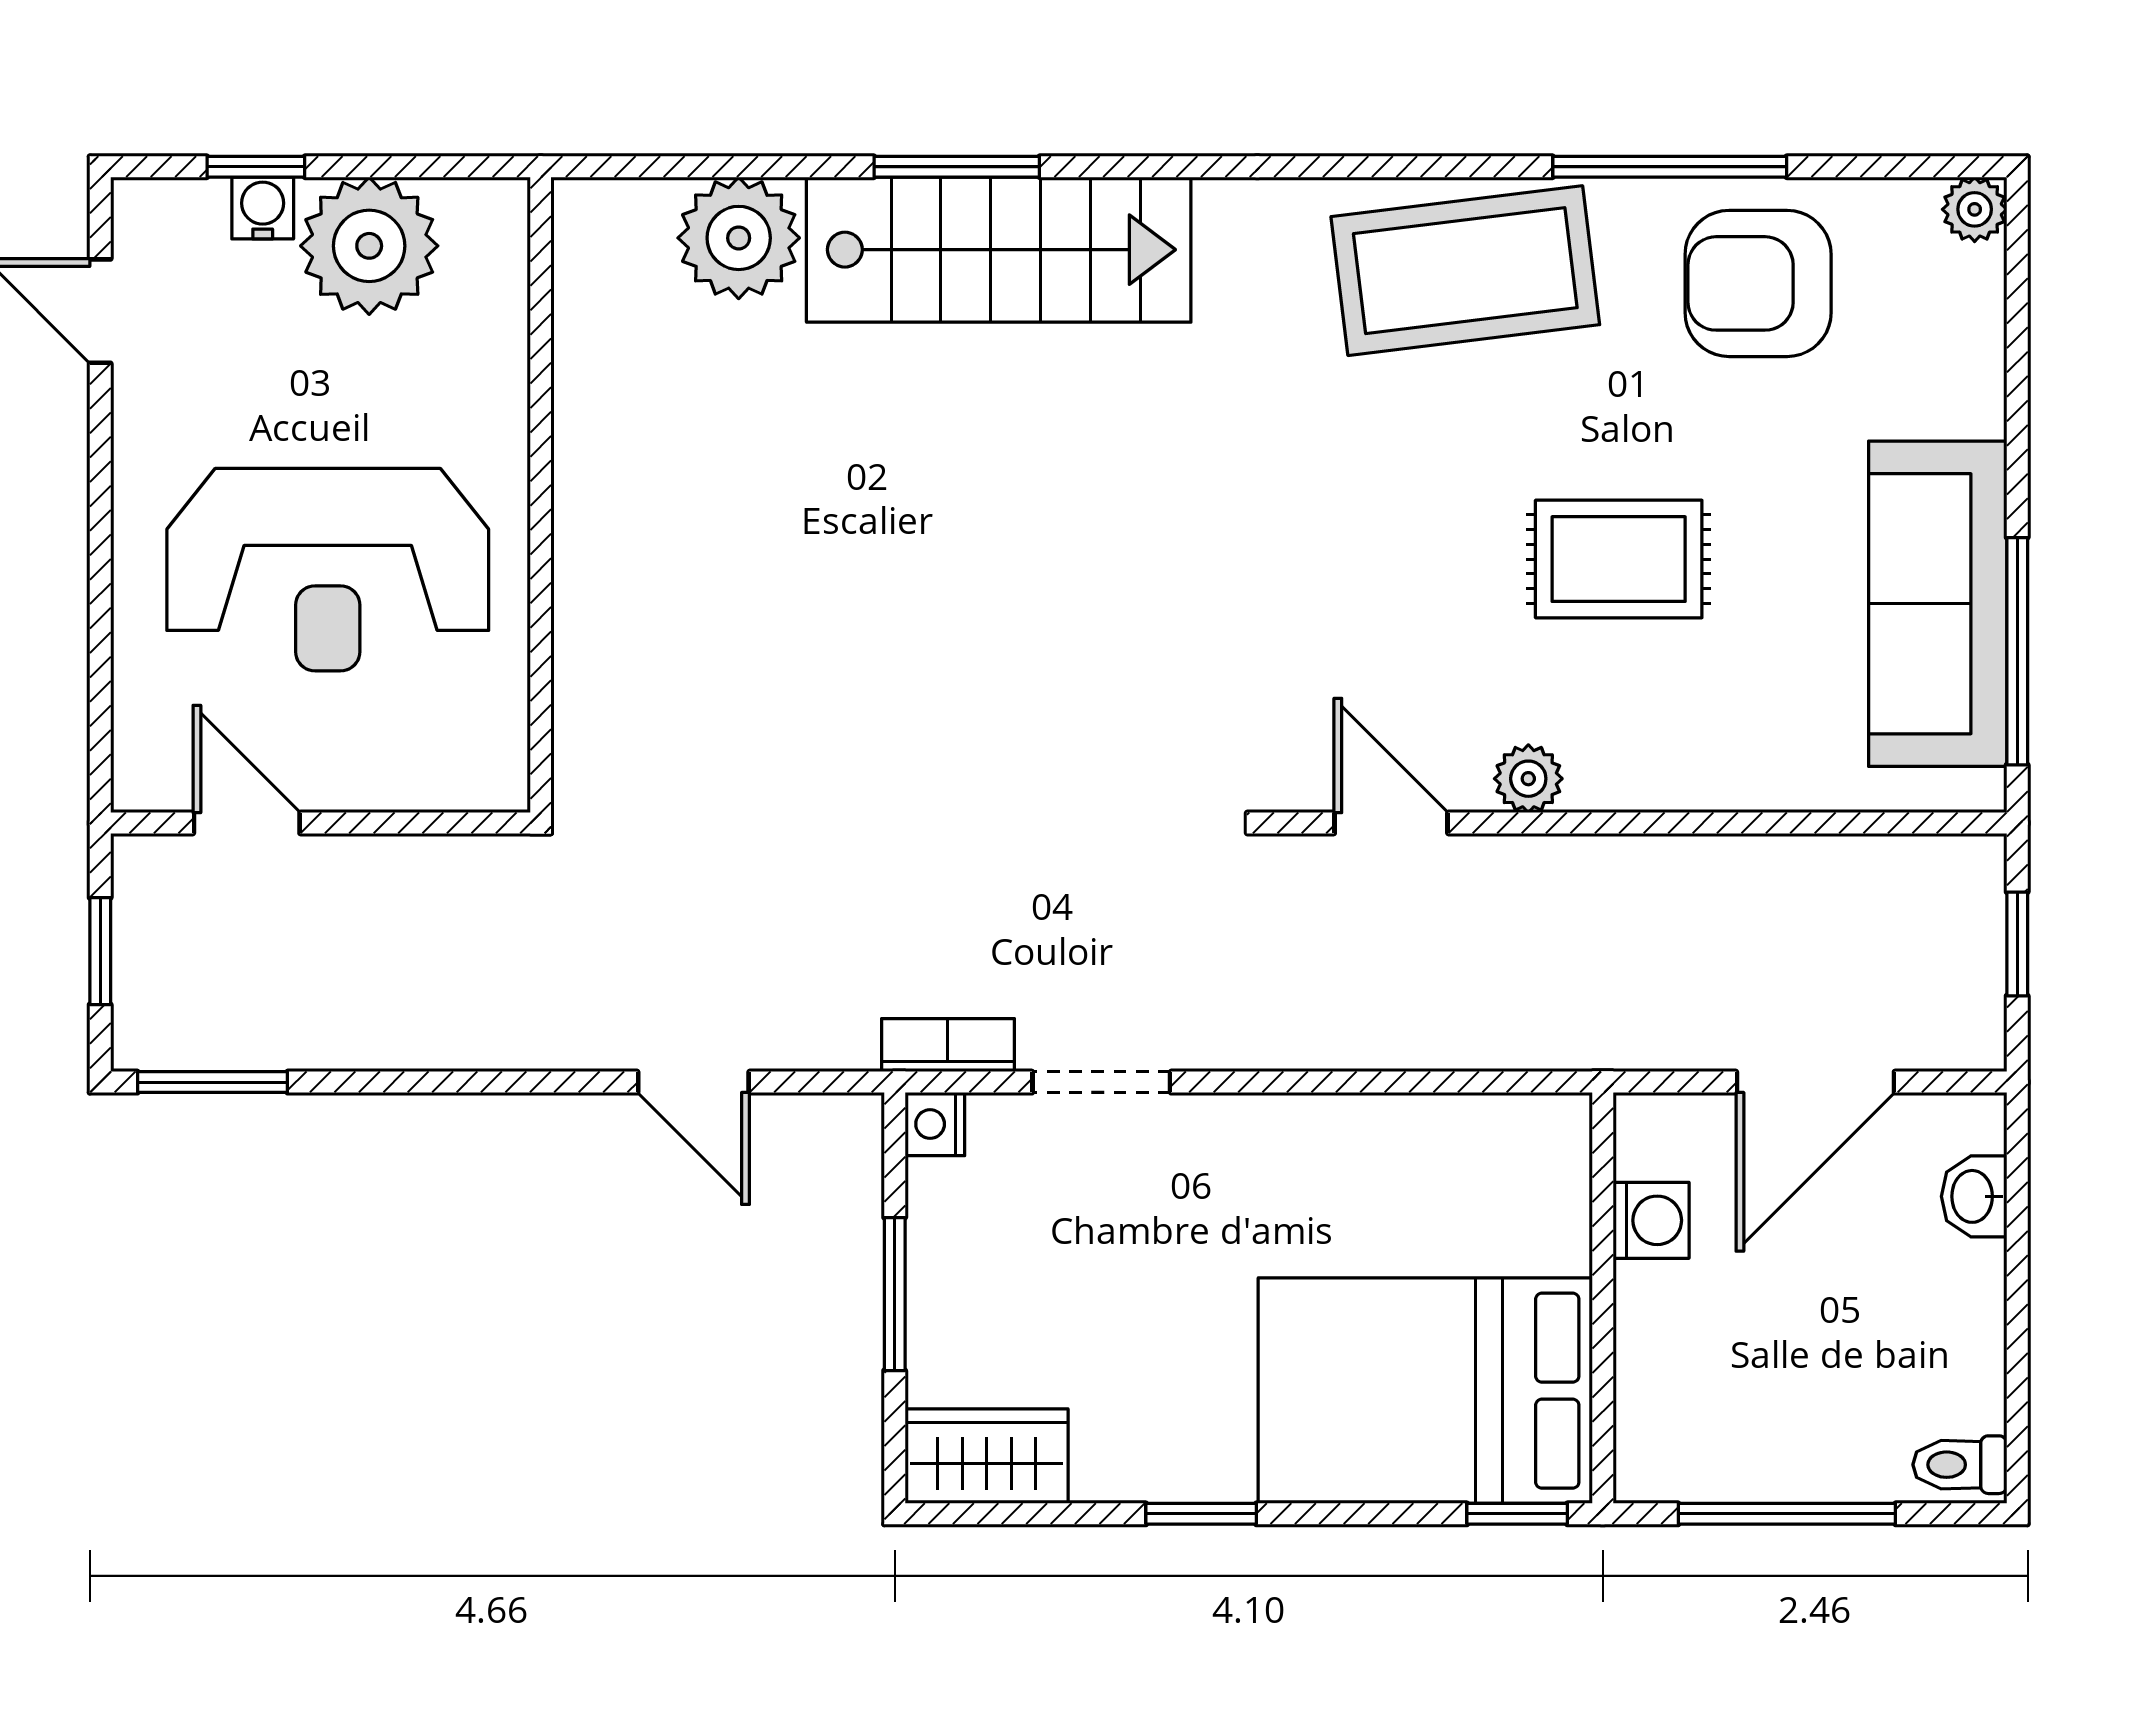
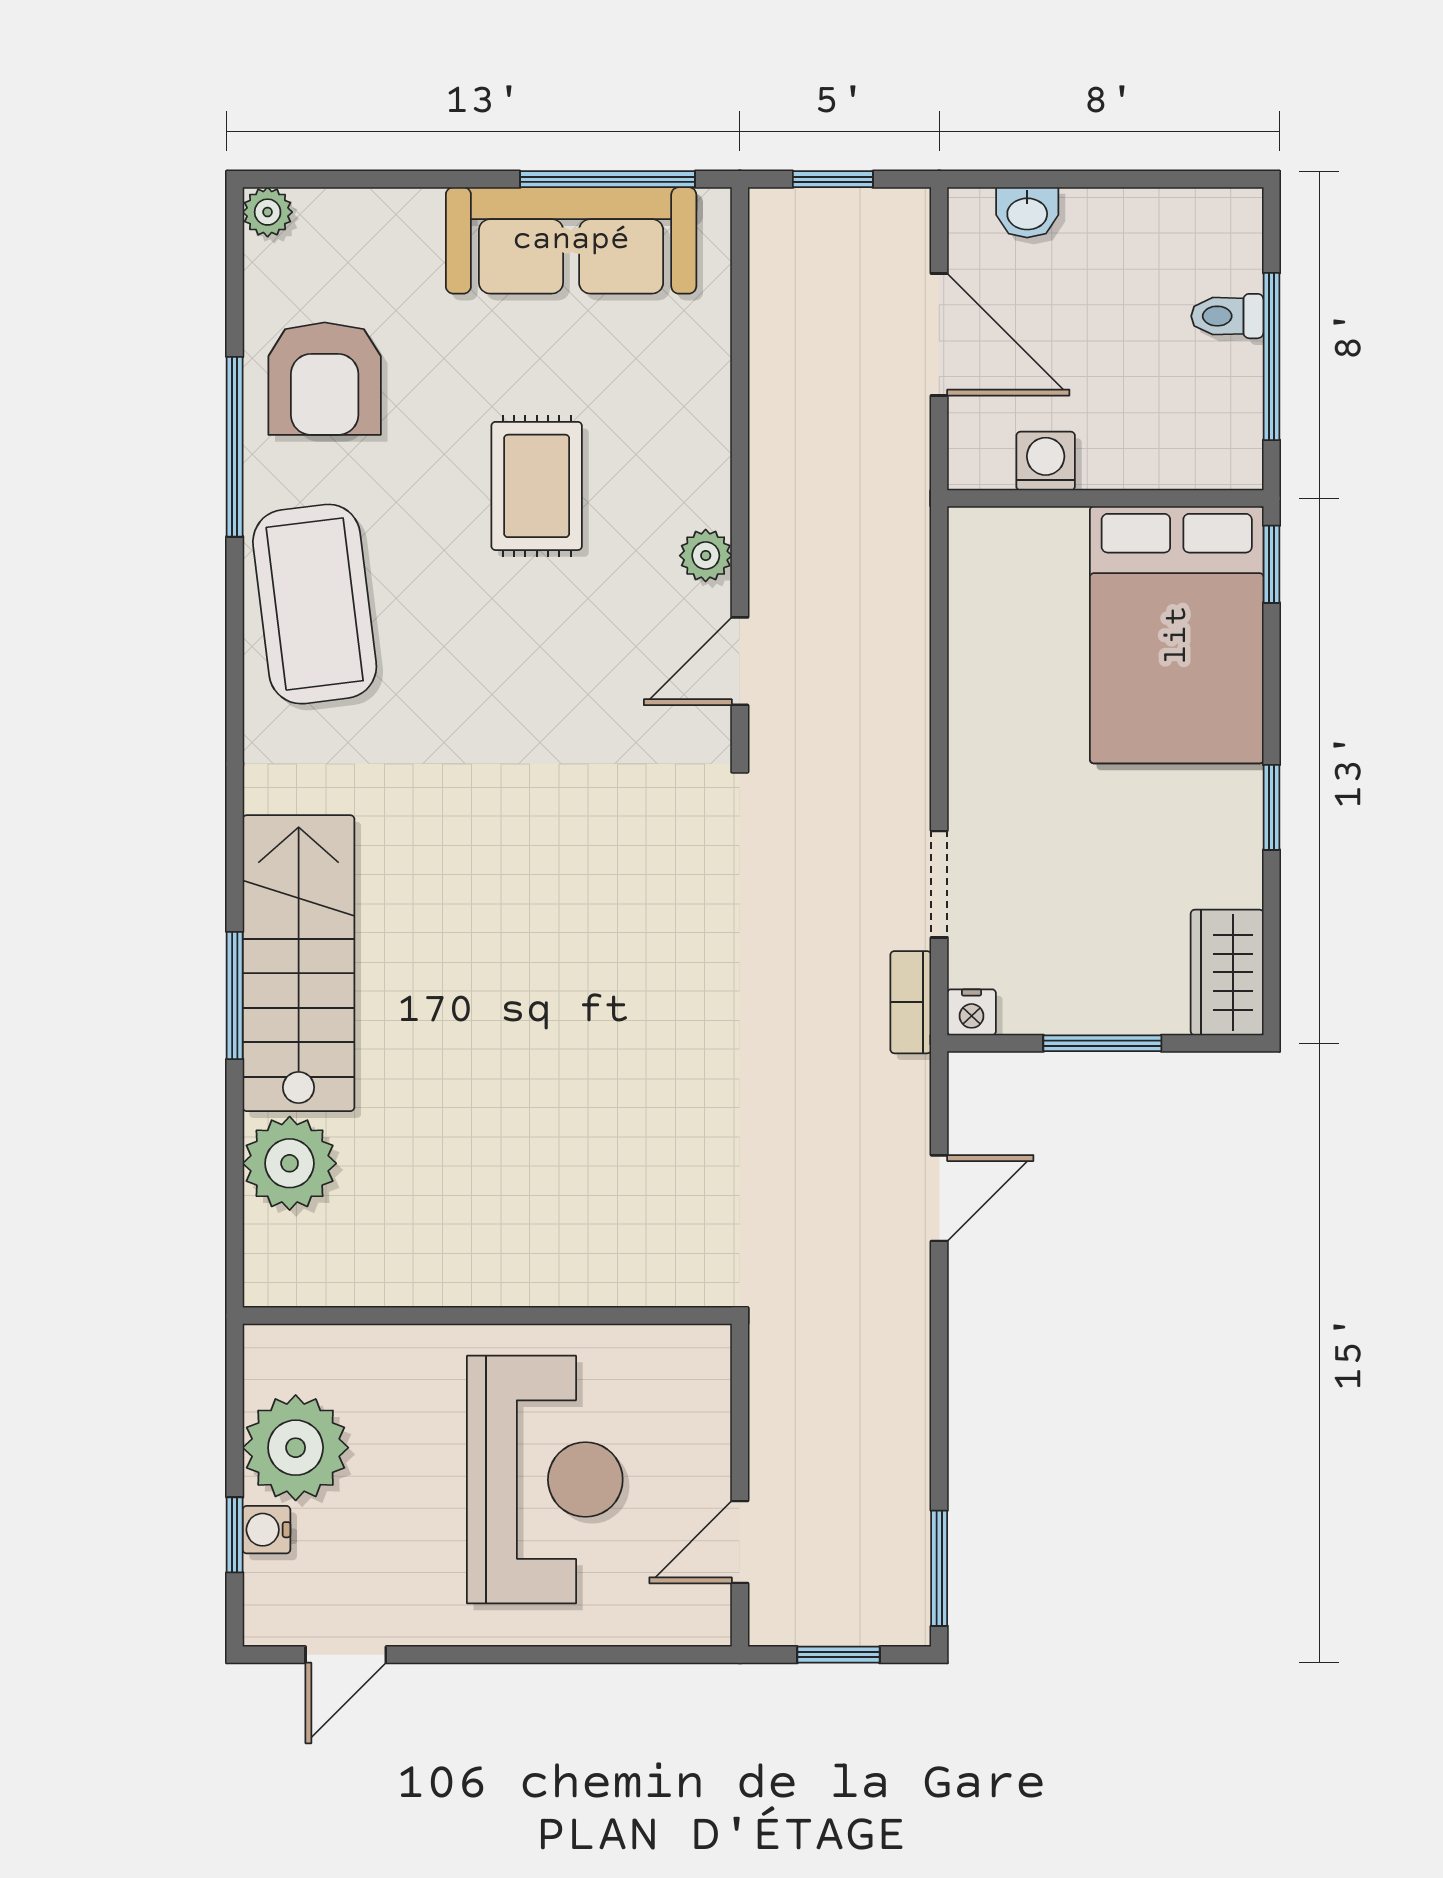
toilet: (1960, 1465) -> (1227, 316), moved, turned 90

